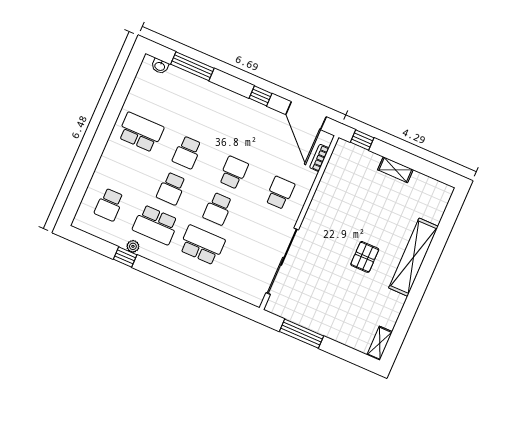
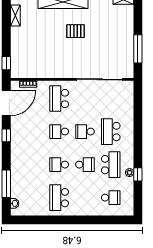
school desk: (187, 152) -> (59, 165), turned 180
shelving: (395, 170) -> (15, 16), moved
school desk: (280, 193) -> (59, 99), width x1.85
school desk: (218, 209) -> (85, 132), turned 180

